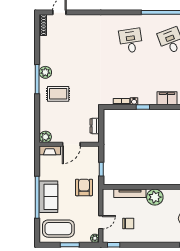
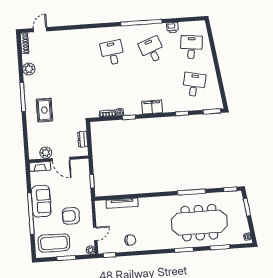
plant: (45, 72) -> (29, 69), moved
rug: (58, 94) -> (44, 110), turned 90
plant: (45, 137) -> (46, 153), moved
door: (71, 144) -> (61, 159), hinge flipped
armchair: (84, 187) -> (71, 216), moved, turned -90
sofa: (48, 197) -> (41, 201), moved
plant: (155, 197) -> (147, 205), removed
chair: (128, 224) -> (130, 240), moved

